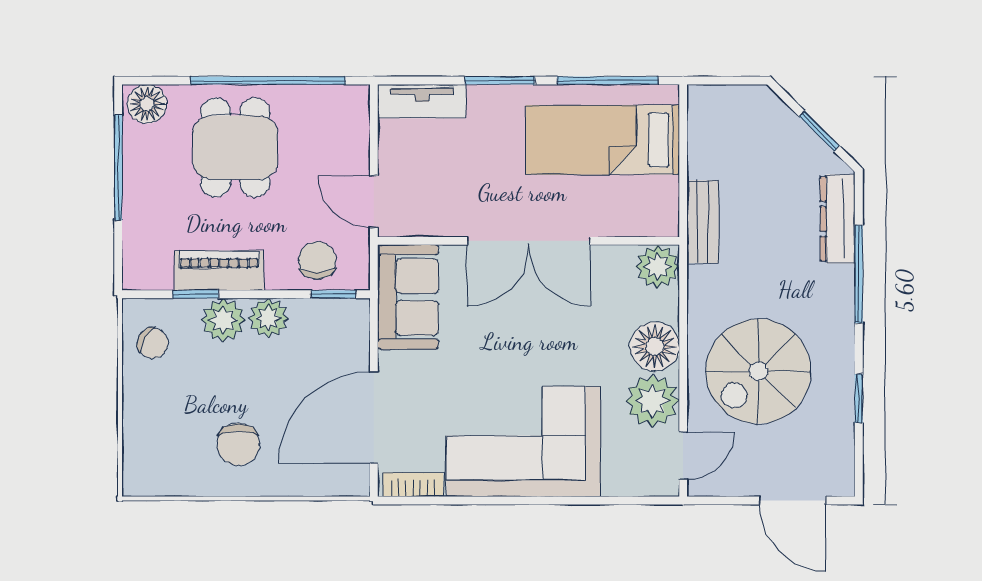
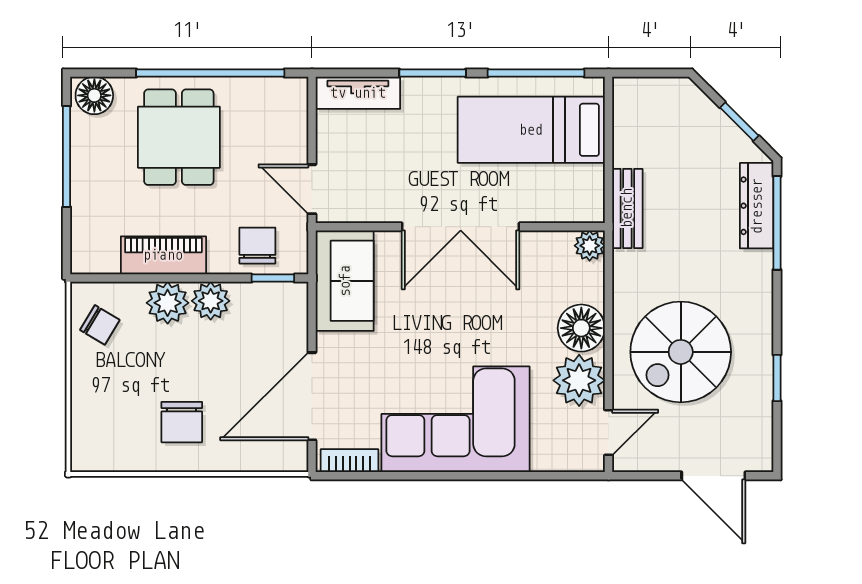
plant: (658, 267) -> (590, 246), width x0.73, depth x0.73
window: (859, 274) -> (777, 223), moved
window: (196, 294) -> (141, 278), removed

